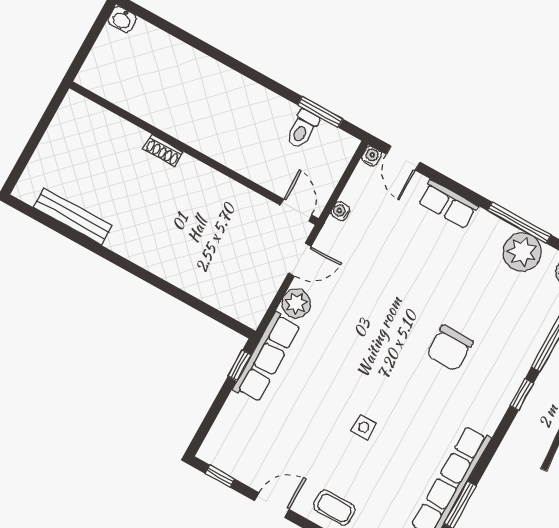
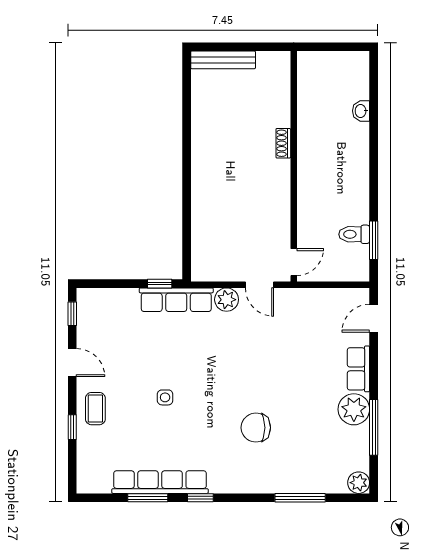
washbasin: (122, 19) -> (361, 111), moved
water cooler: (372, 156) -> (362, 295), removed
water cooler: (340, 211) -> (311, 295), removed
bench: (73, 217) -> (223, 60), moved, turned 90
plant: (522, 252) -> (354, 409), moved
window: (522, 395) -> (200, 498), moved

